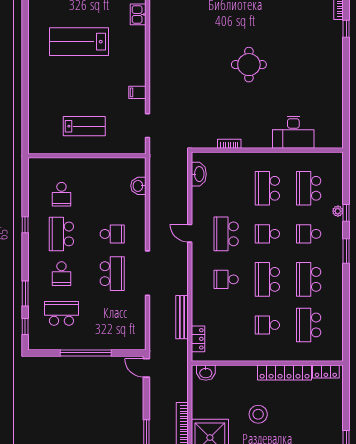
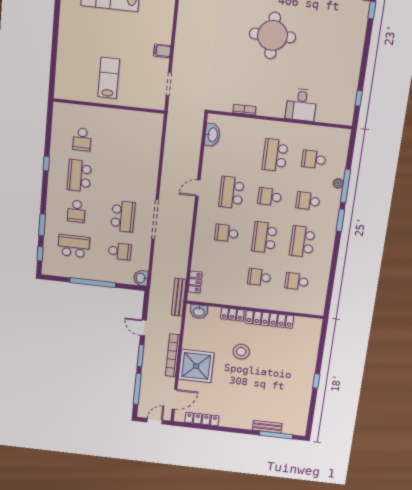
round table: (249, 65) -> (272, 35), width x1.36, depth x1.36
window: (346, 119) -> (359, 98), added
lab bench: (84, 126) -> (109, 78), turned -90
desk: (293, 132) -> (301, 105), width x0.73
washbasin: (138, 186) -> (141, 278), moved
school desk: (309, 188) -> (314, 159), width x0.54
window: (346, 213) -> (346, 186), width x2.17
door: (190, 233) -> (198, 188), hinge flipped
school desk: (112, 234) -> (120, 251), moved
bench: (182, 317) -> (179, 297), moved
school desk: (309, 325) -> (297, 281), width x0.54
door: (146, 368) -> (143, 328), moved
locker: (326, 371) -> (232, 314), moved

